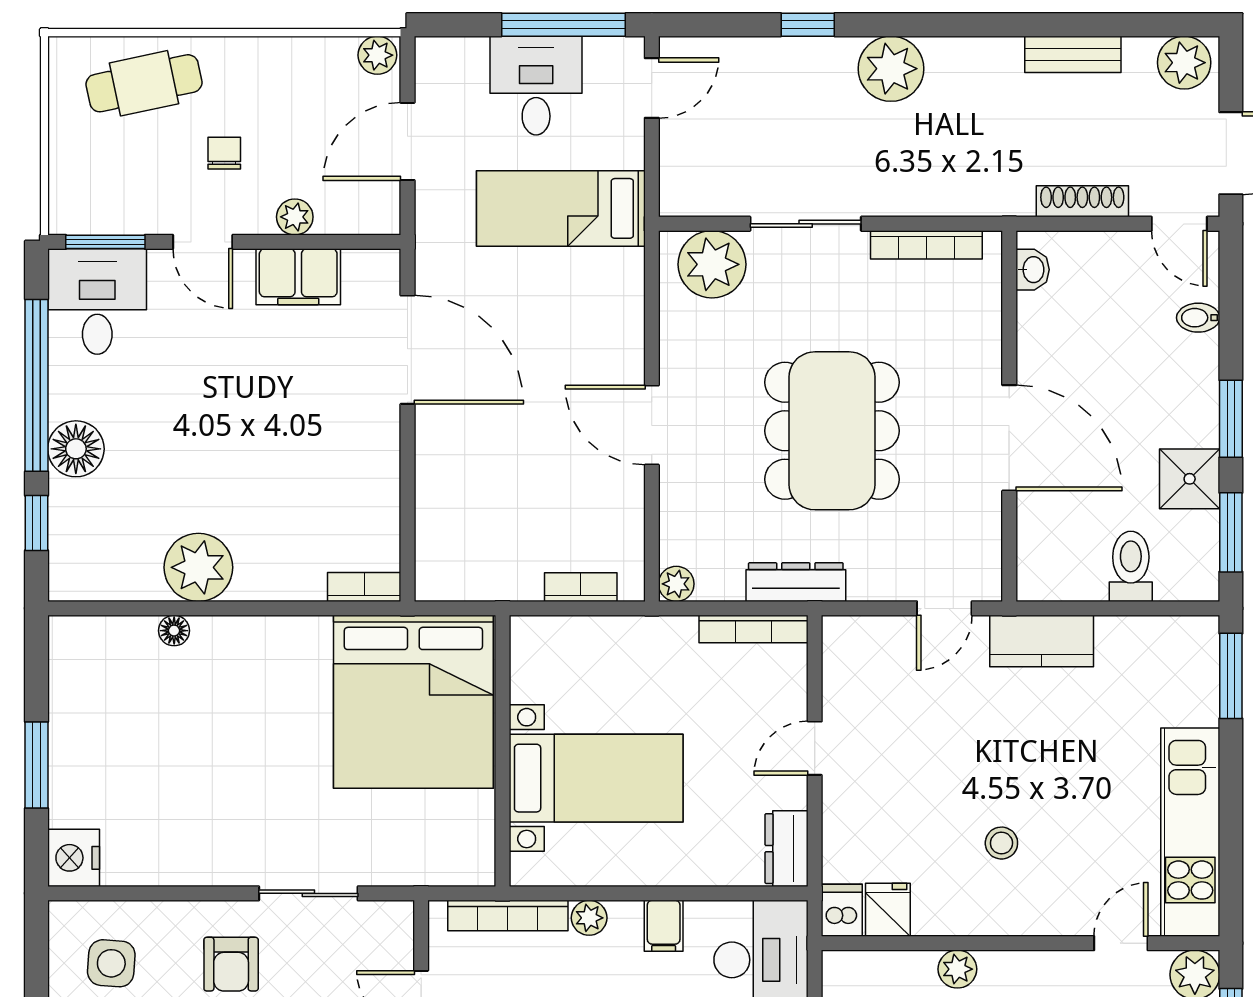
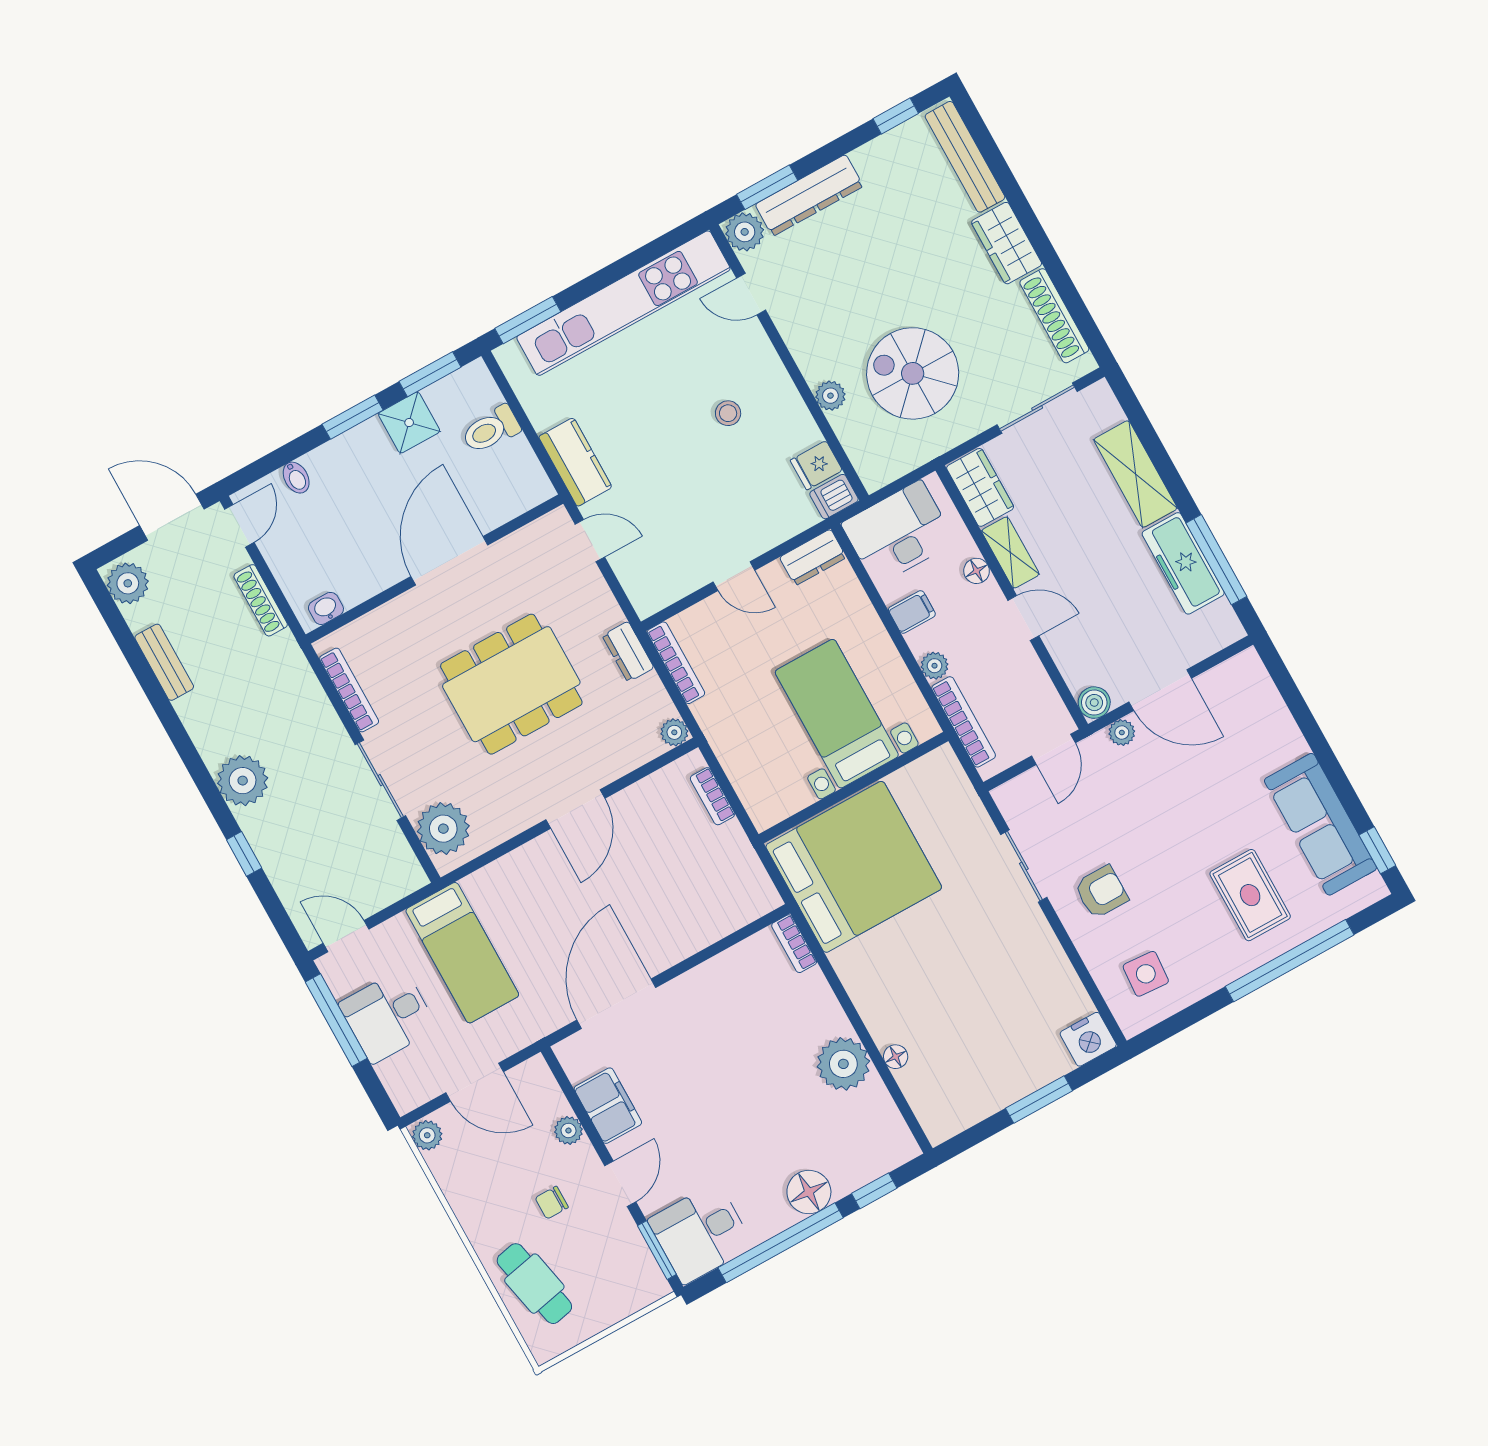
dresser: (796, 582) -> (628, 652), width x0.70
kitchen unit: (1190, 832) -> (624, 303), width x1.36

